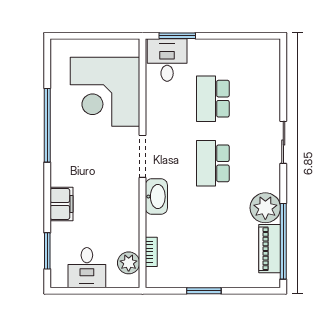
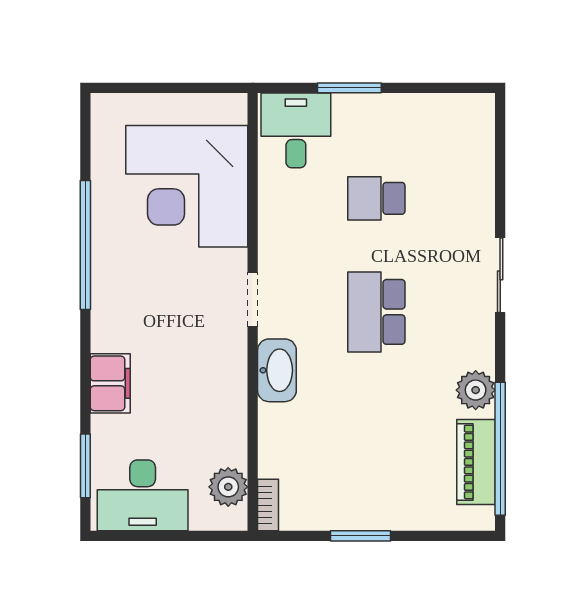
window: (177, 36) -> (349, 88), moved
school desk: (213, 99) -> (376, 198), width x0.54
doorway: (142, 156) -> (253, 300), width x0.73
plant: (265, 208) -> (476, 390), width x0.73, depth x0.73
bookcase: (151, 252) -> (268, 505), moved
desk: (87, 268) -> (143, 495), width x1.37

